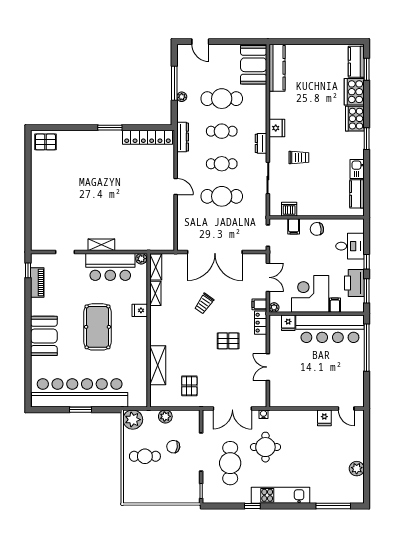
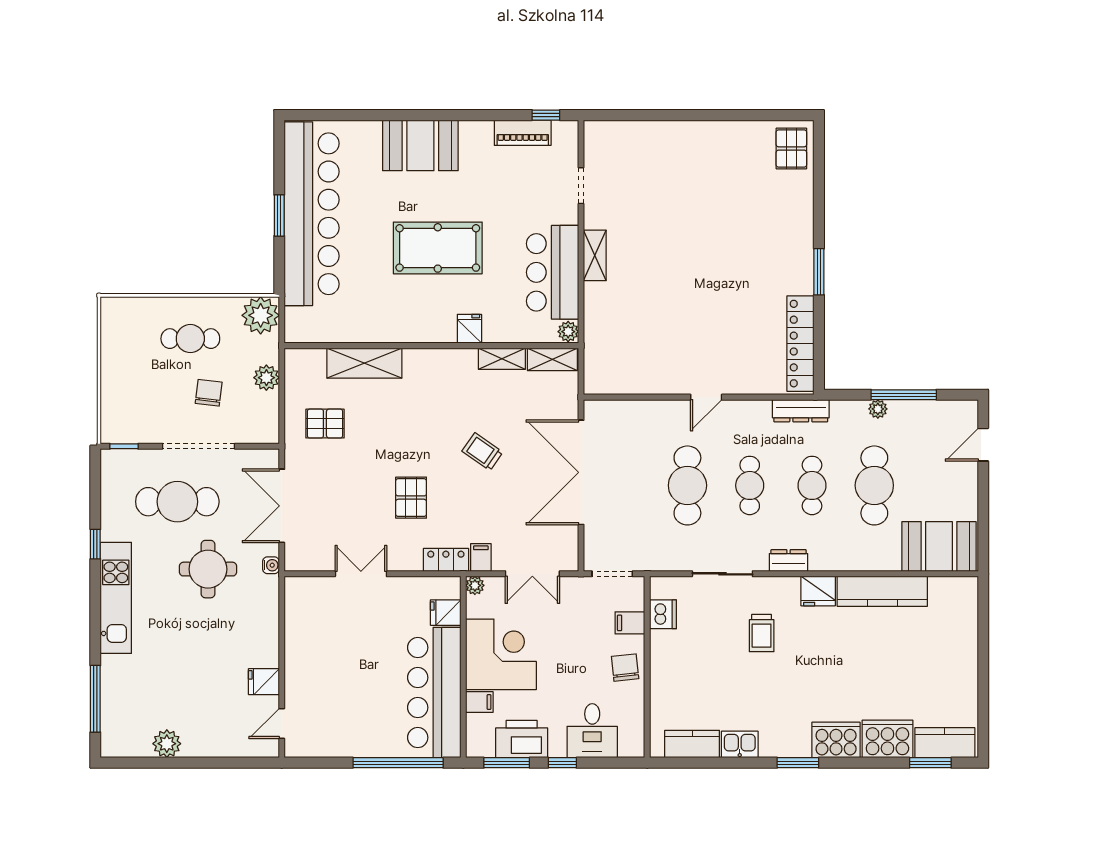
kitchen counter: (277, 68) -> (882, 591), moved
cafe table: (145, 456) -> (190, 339), turned 90

